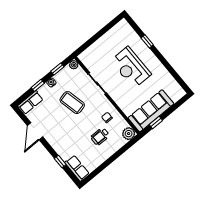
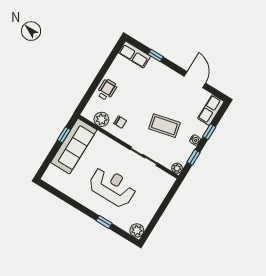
plant: (123, 26) -> (137, 230), added
plant: (129, 134) -> (101, 119), moved
wheelchair: (100, 136) -> (107, 90), moved

